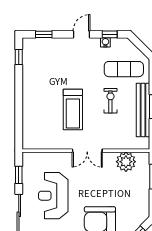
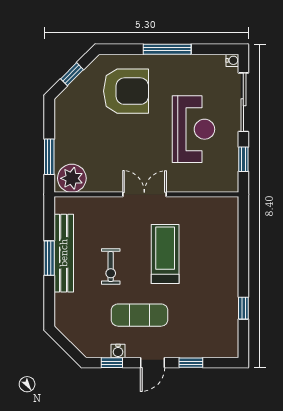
window: (44, 34) -> (191, 363), moved
window: (19, 57) -> (243, 308), moved
exercise mat: (124, 69) -> (140, 315), moved
plant: (126, 162) -> (72, 178), moved

